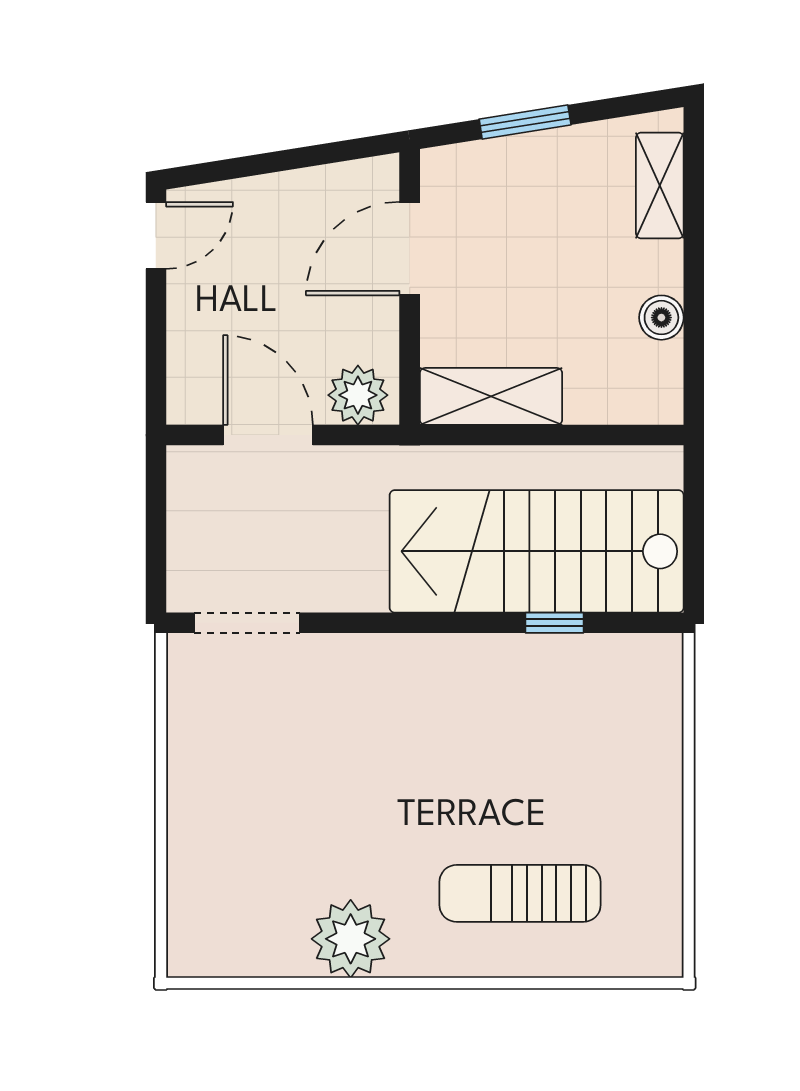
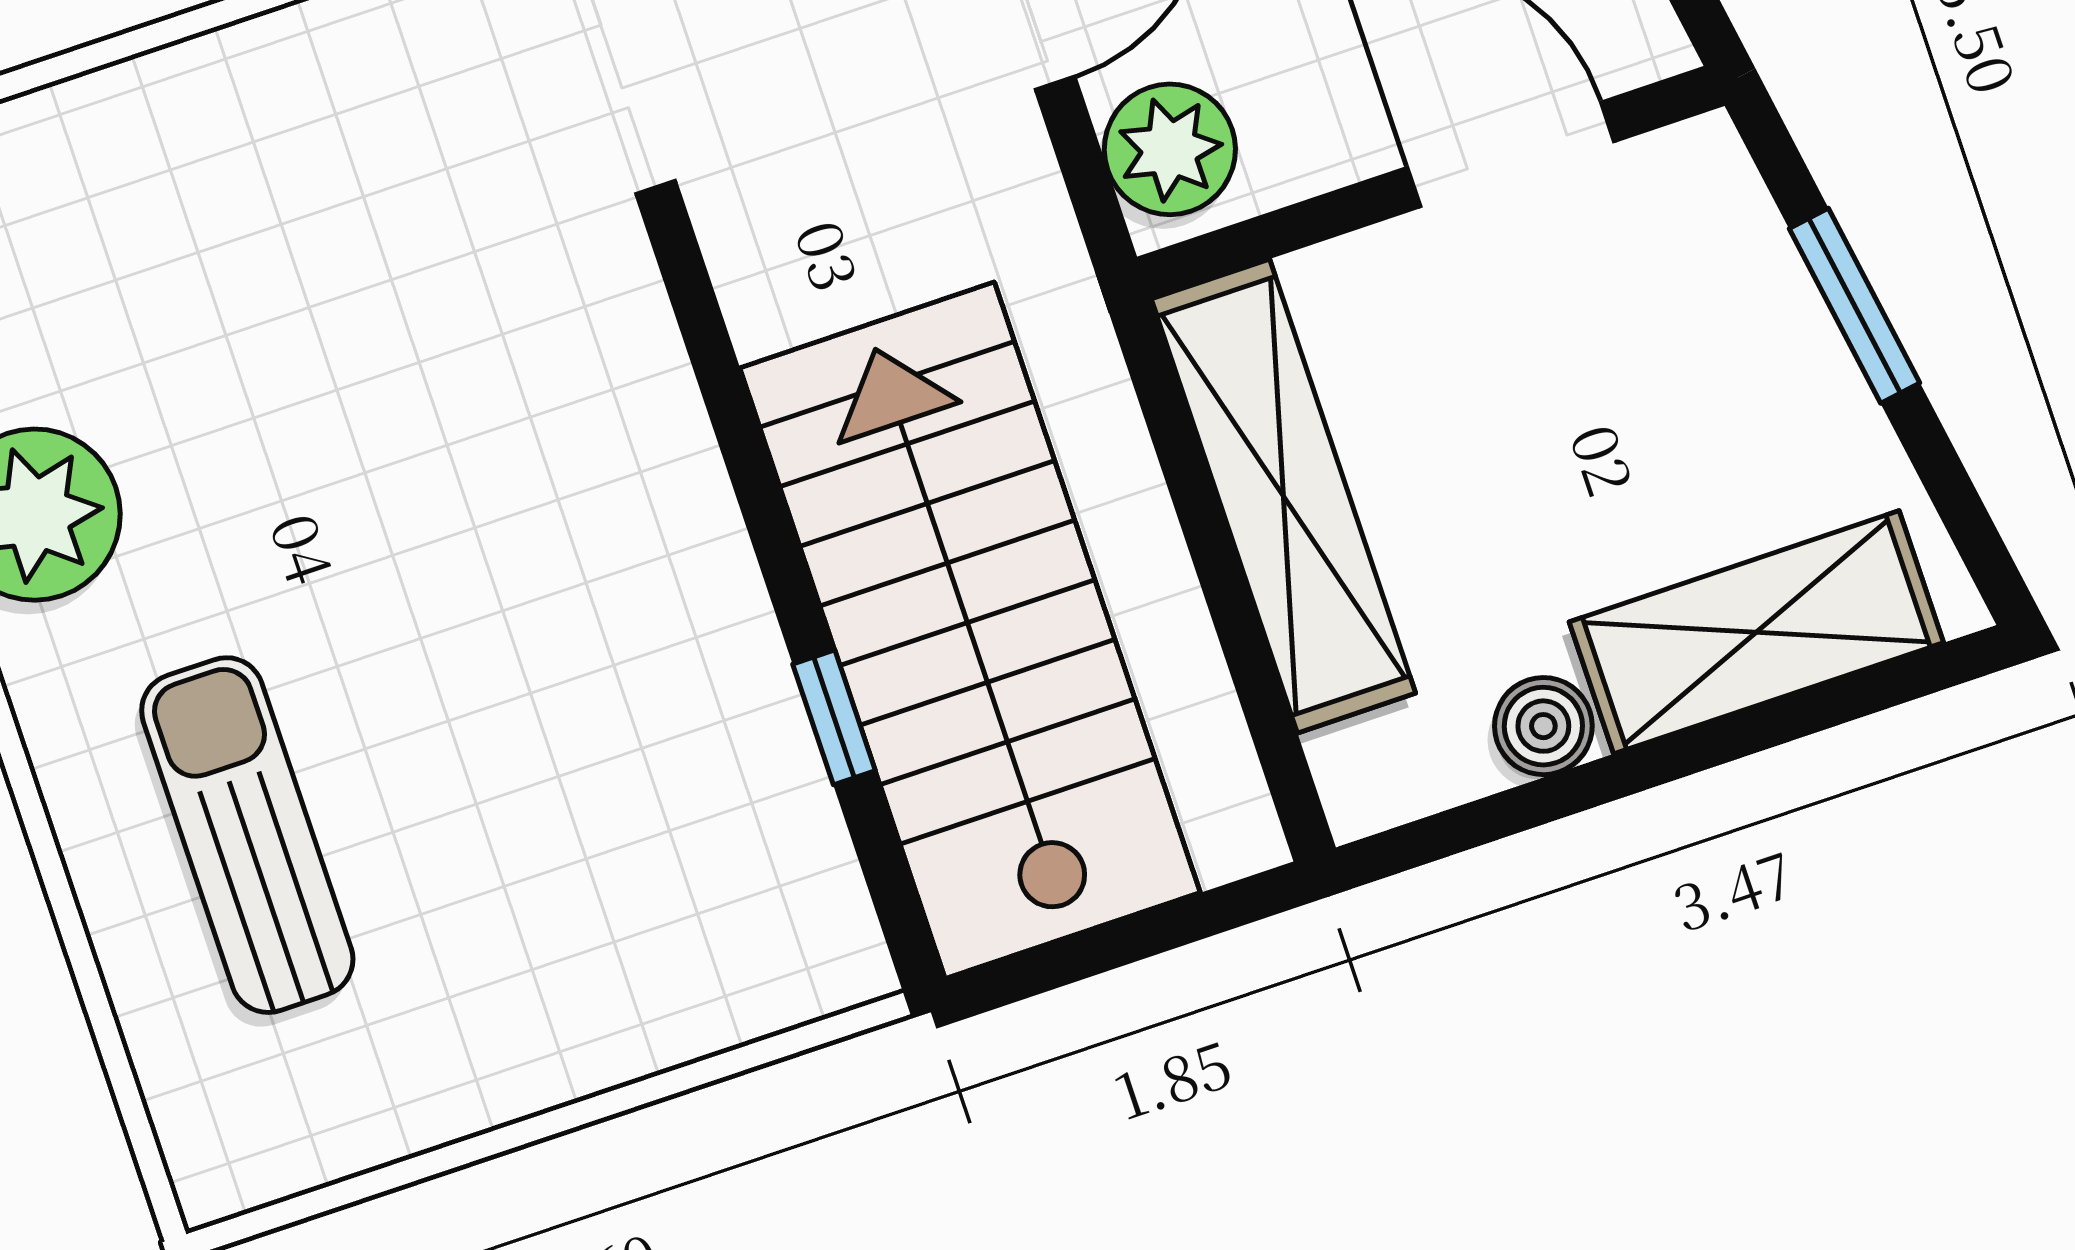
shelving: (660, 185) -> (1756, 632), width x1.50, depth x1.33
shelving: (491, 396) -> (1283, 496), width x1.47

